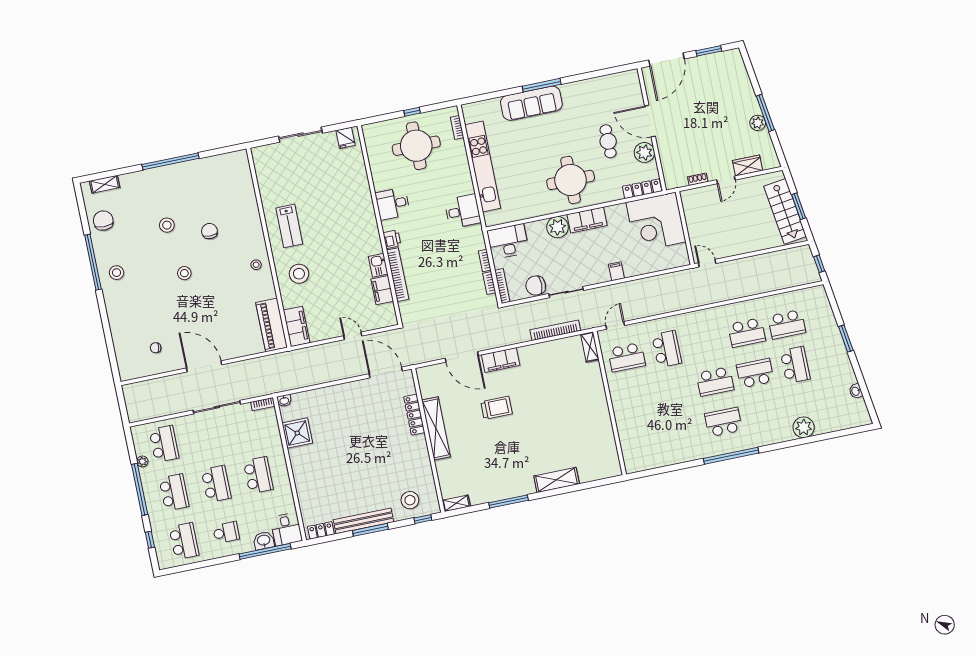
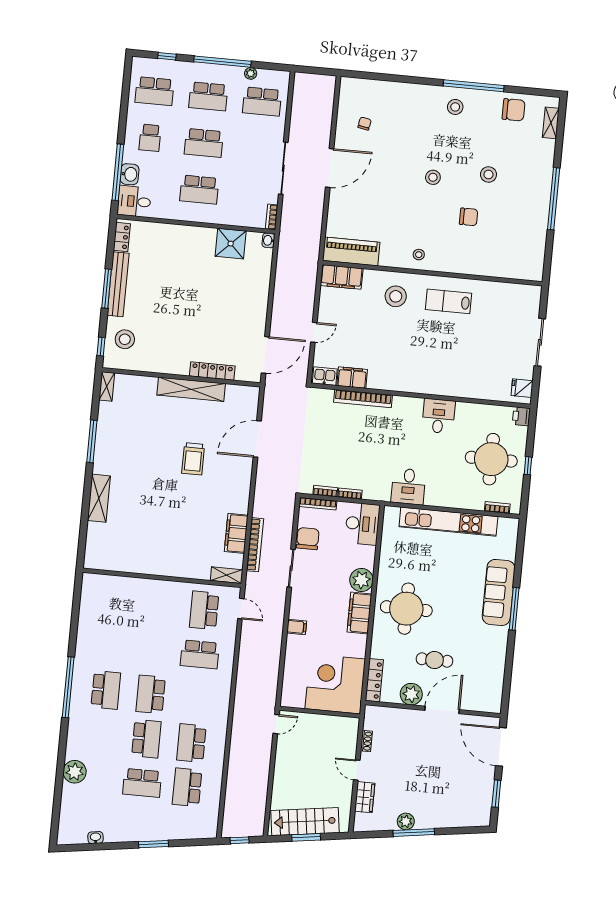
printer: (392, 239) -> (521, 416), moved, turned 90
kitchen sink: (378, 265) -> (325, 376), moved
filing cabinet: (501, 360) -> (236, 533), moved

